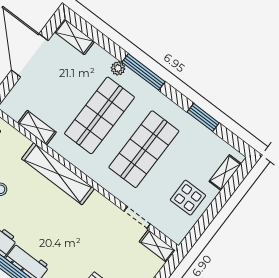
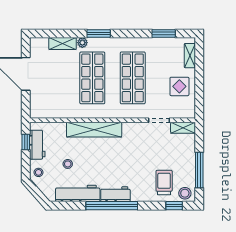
shelving: (74, 37) -> (63, 44), moved
window: (143, 72) -> (99, 34), width x0.69
window: (203, 117) -> (164, 34), moved
shelving: (37, 128) -> (62, 112), removed

